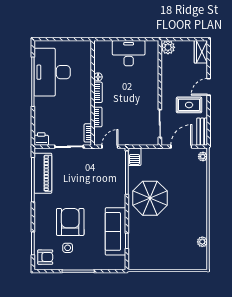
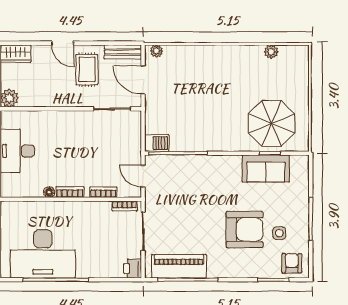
parasol: (150, 198) -> (272, 123), moved
armchair: (70, 222) -> (245, 230), turned 180
sofa: (116, 231) -> (266, 169), width x0.73

